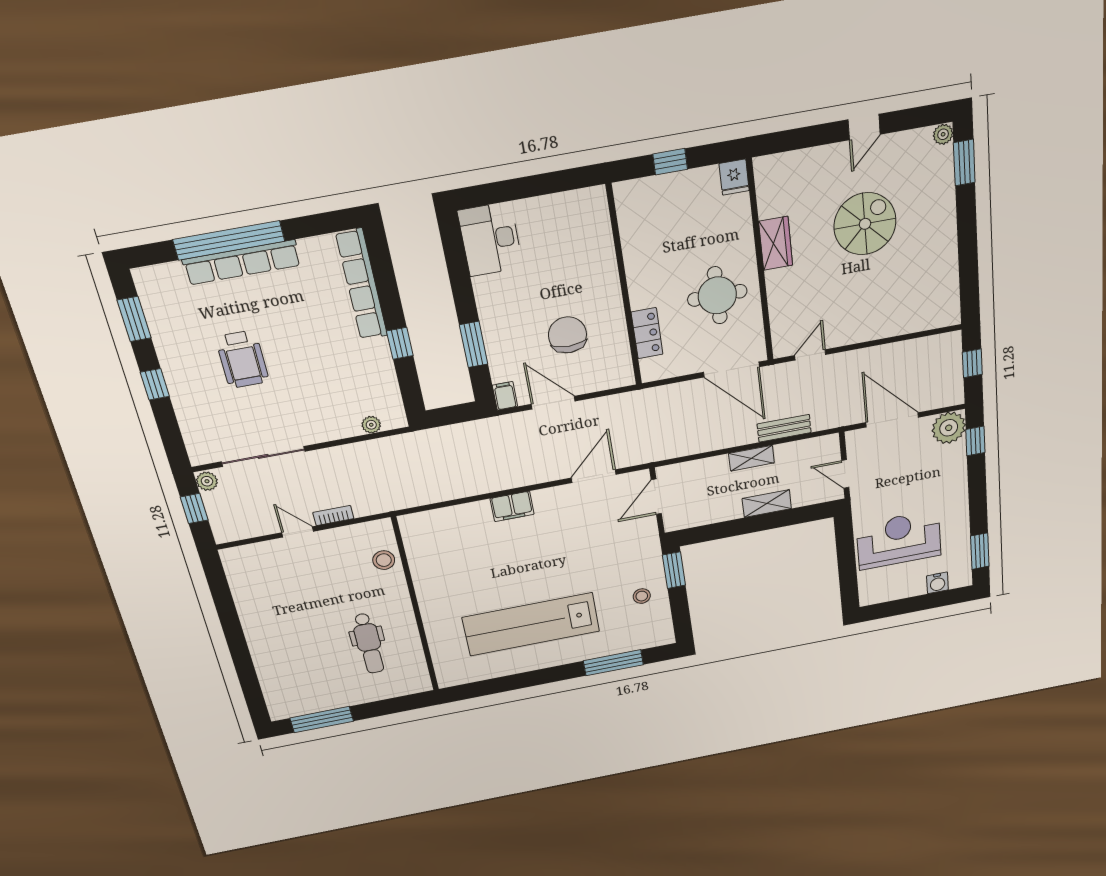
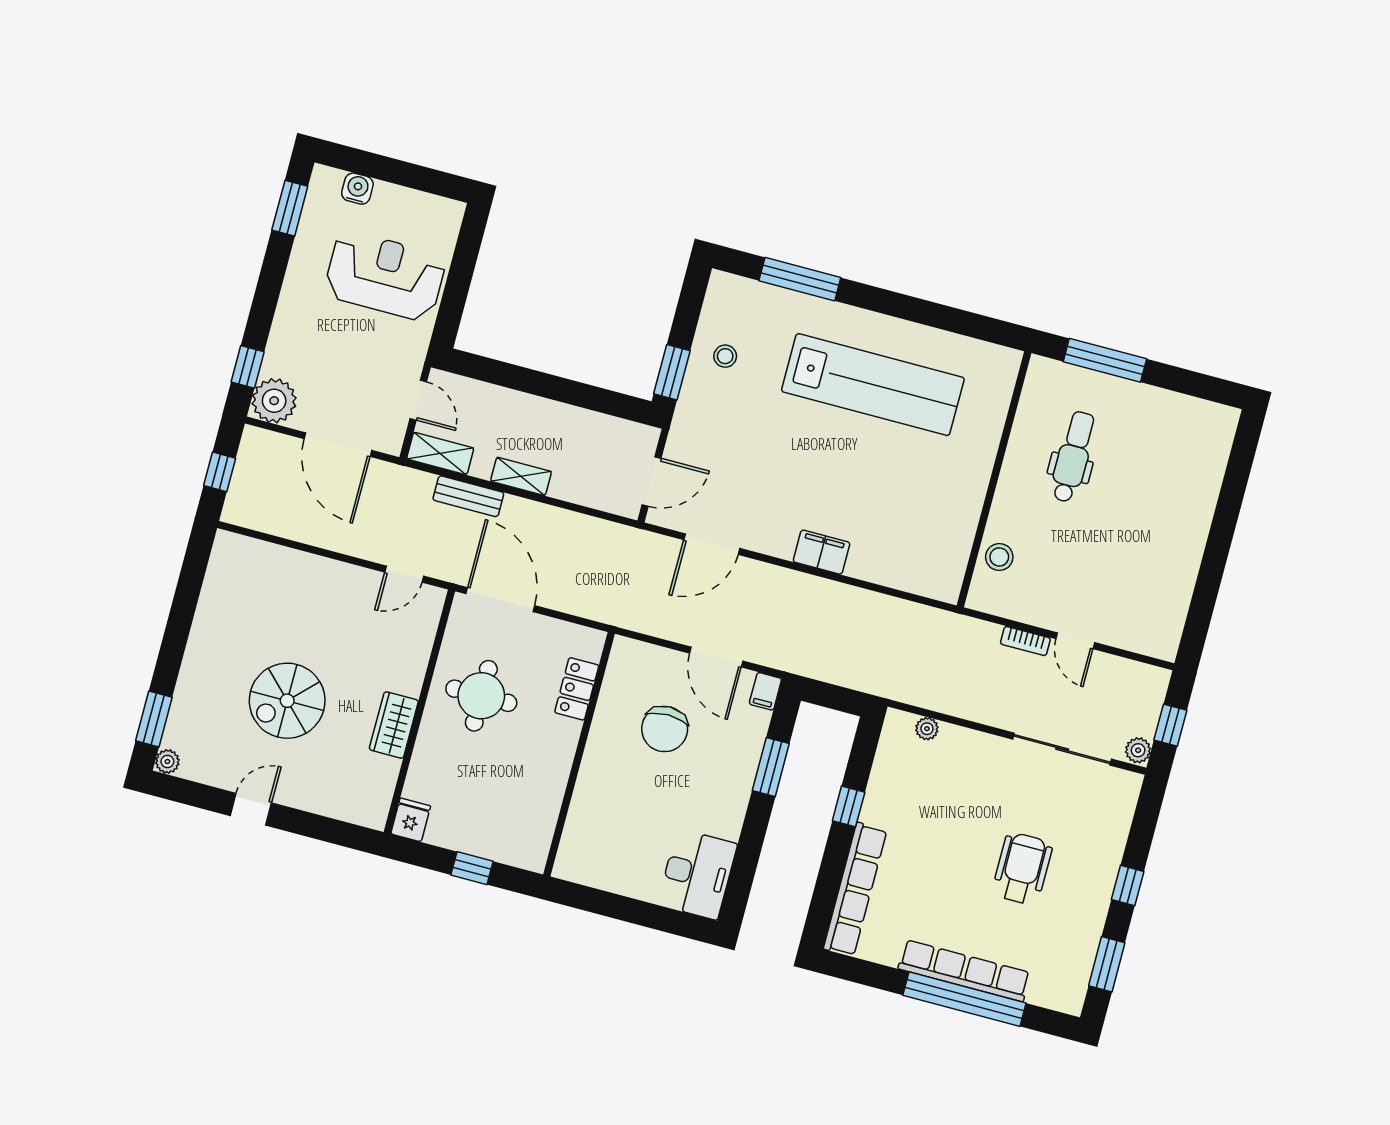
shelving: (767, 504) -> (440, 453), moved
reception desk: (899, 540) -> (385, 276), turned 180
window: (322, 720) -> (1105, 360), moved

